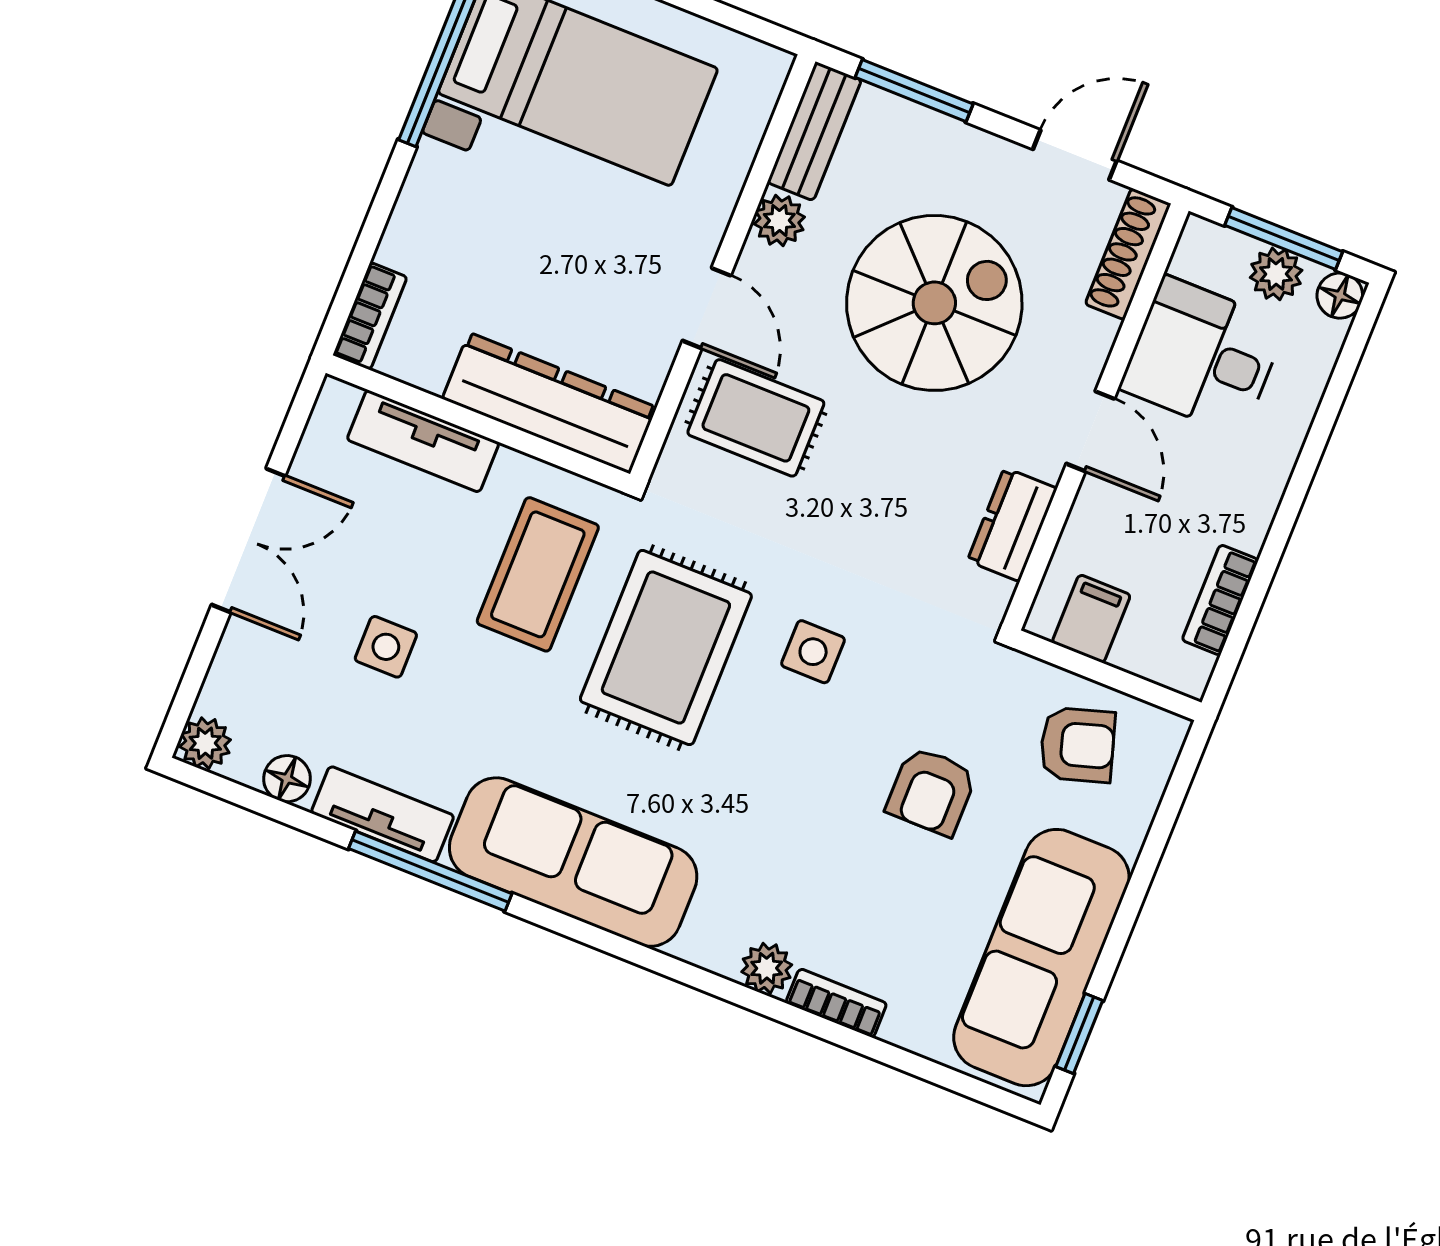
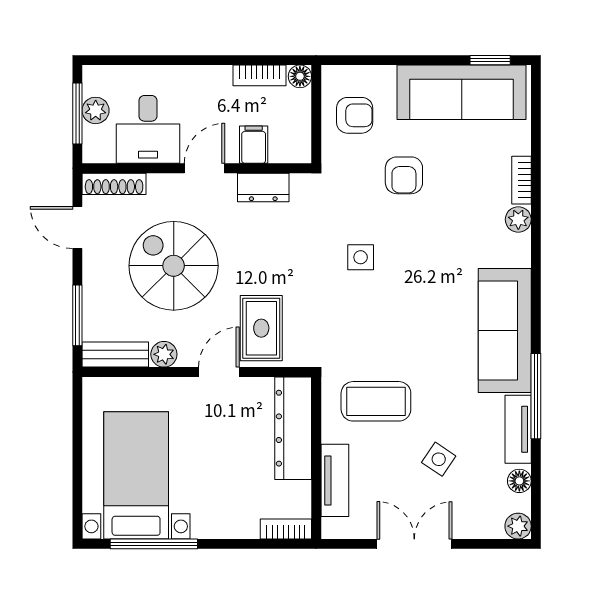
floor lamp: (1340, 296) -> (300, 76), moved
filing cabinet: (1091, 619) -> (254, 145), moved, turned 90
side table: (386, 647) -> (439, 459), turned 34
rug: (666, 648) -> (386, 327), removed
armchair: (1077, 745) -> (355, 115), turned 107
armchair: (931, 791) -> (404, 175), turned 90

